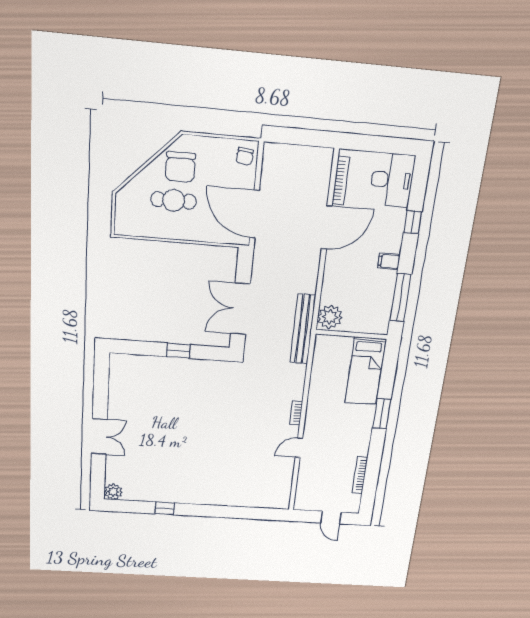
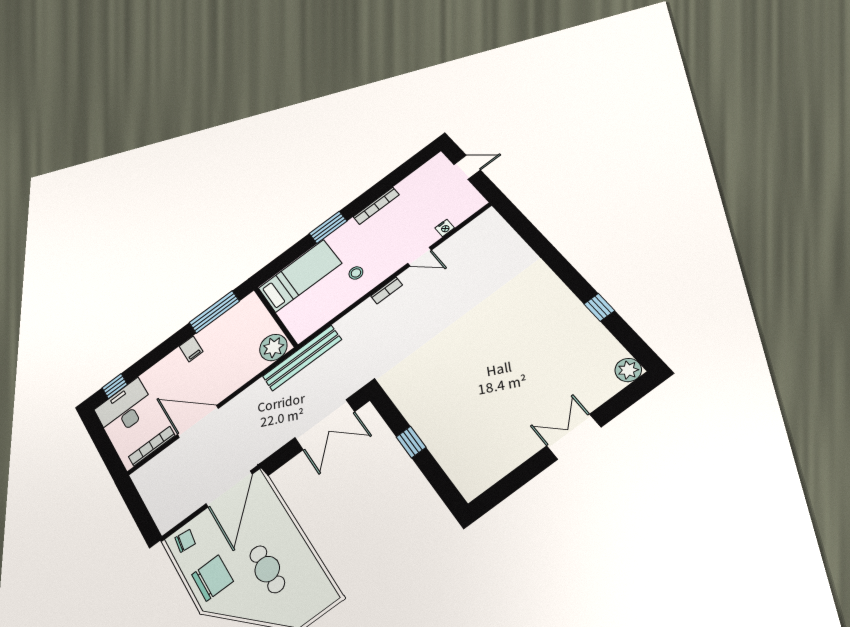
chair: (180, 167) -> (212, 578), moved
window: (413, 222) -> (115, 386), moved
stool: (329, 405) -> (356, 273), added
nightstand: (303, 475) -> (445, 228), added
bookcase: (360, 475) -> (376, 206), moved
door: (331, 518) -> (467, 167), hinge flipped

